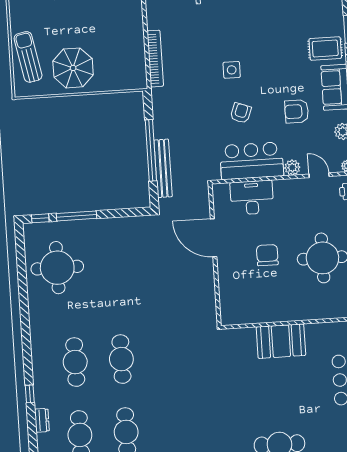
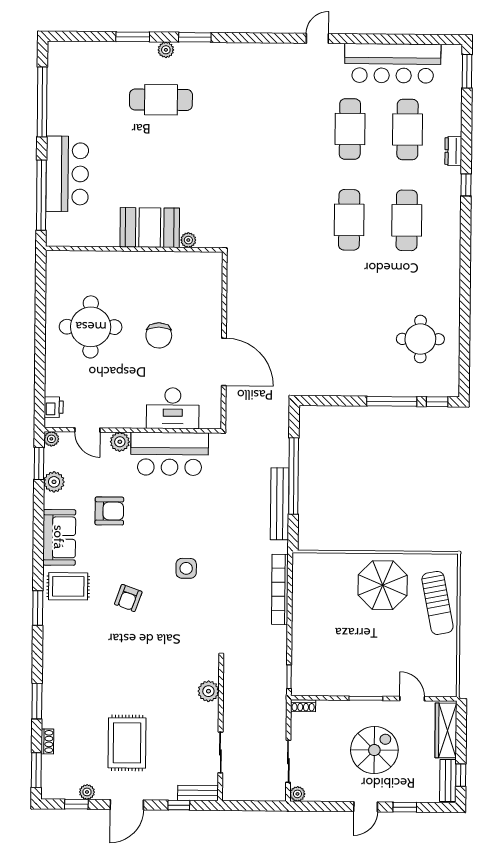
armchair: (241, 113) -> (128, 598), moved
bench: (163, 168) -> (280, 504), moved
round table: (57, 268) -> (420, 339), width x0.73, depth x0.73
plant: (249, 333) -> (188, 240), added

